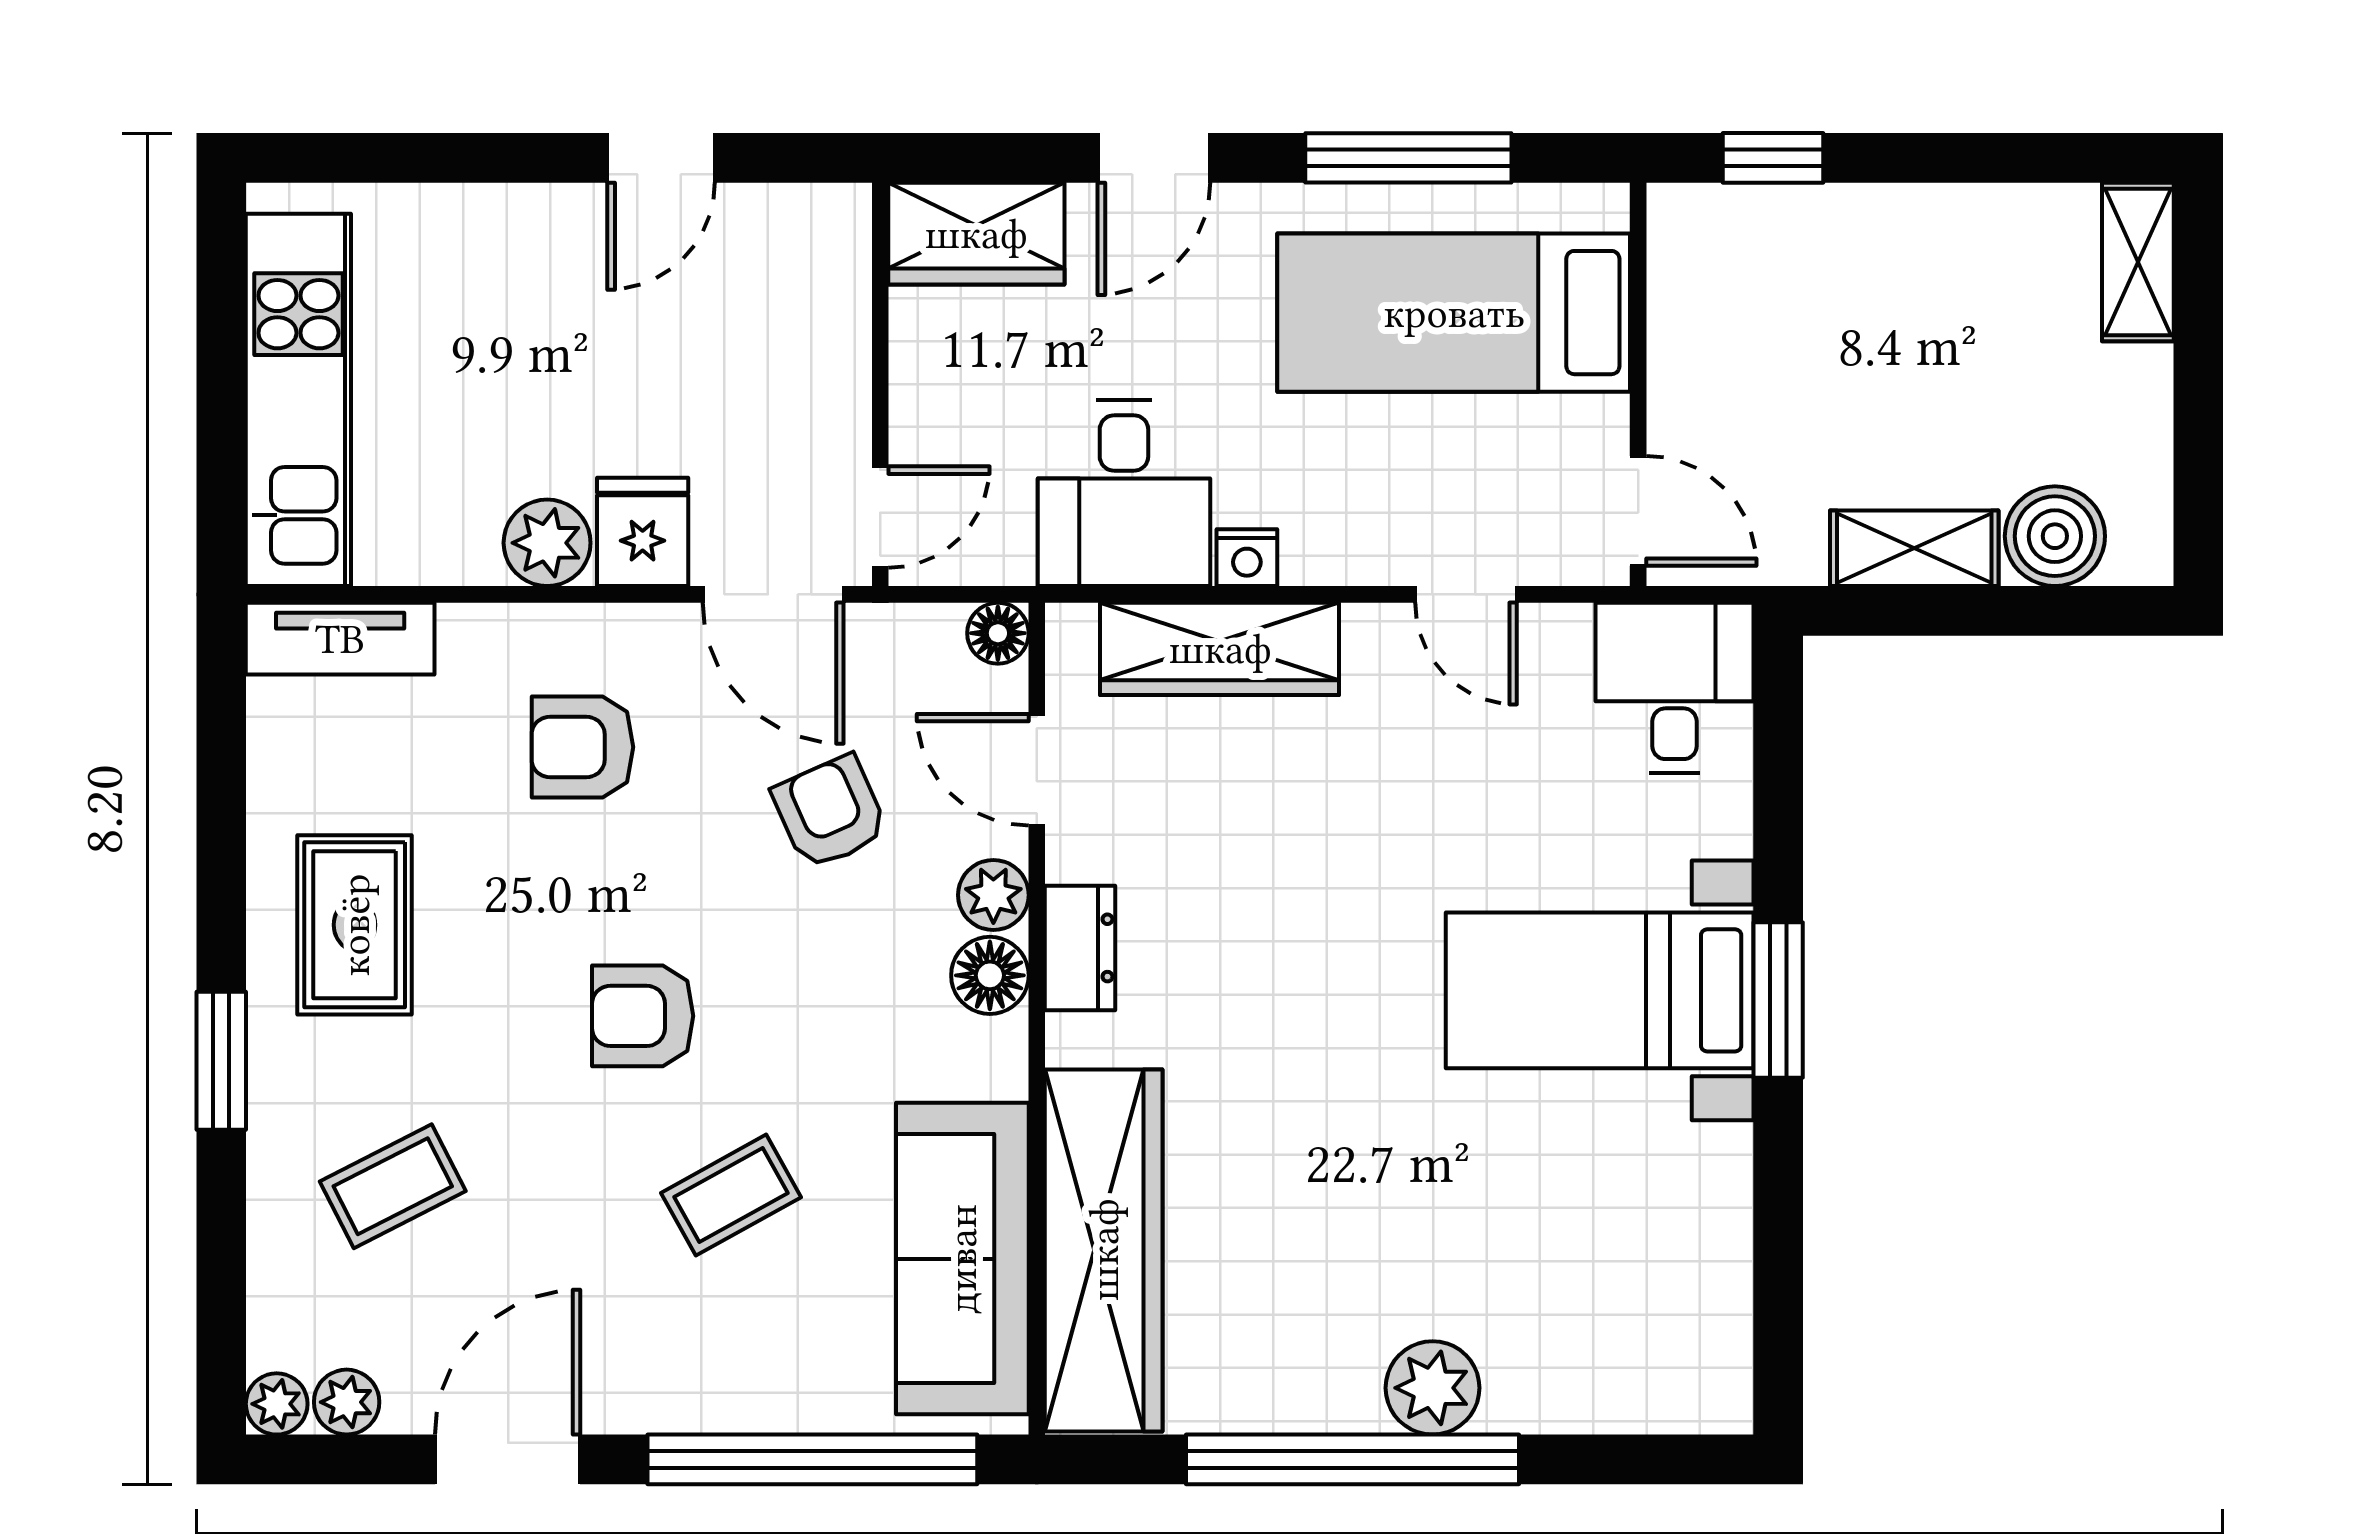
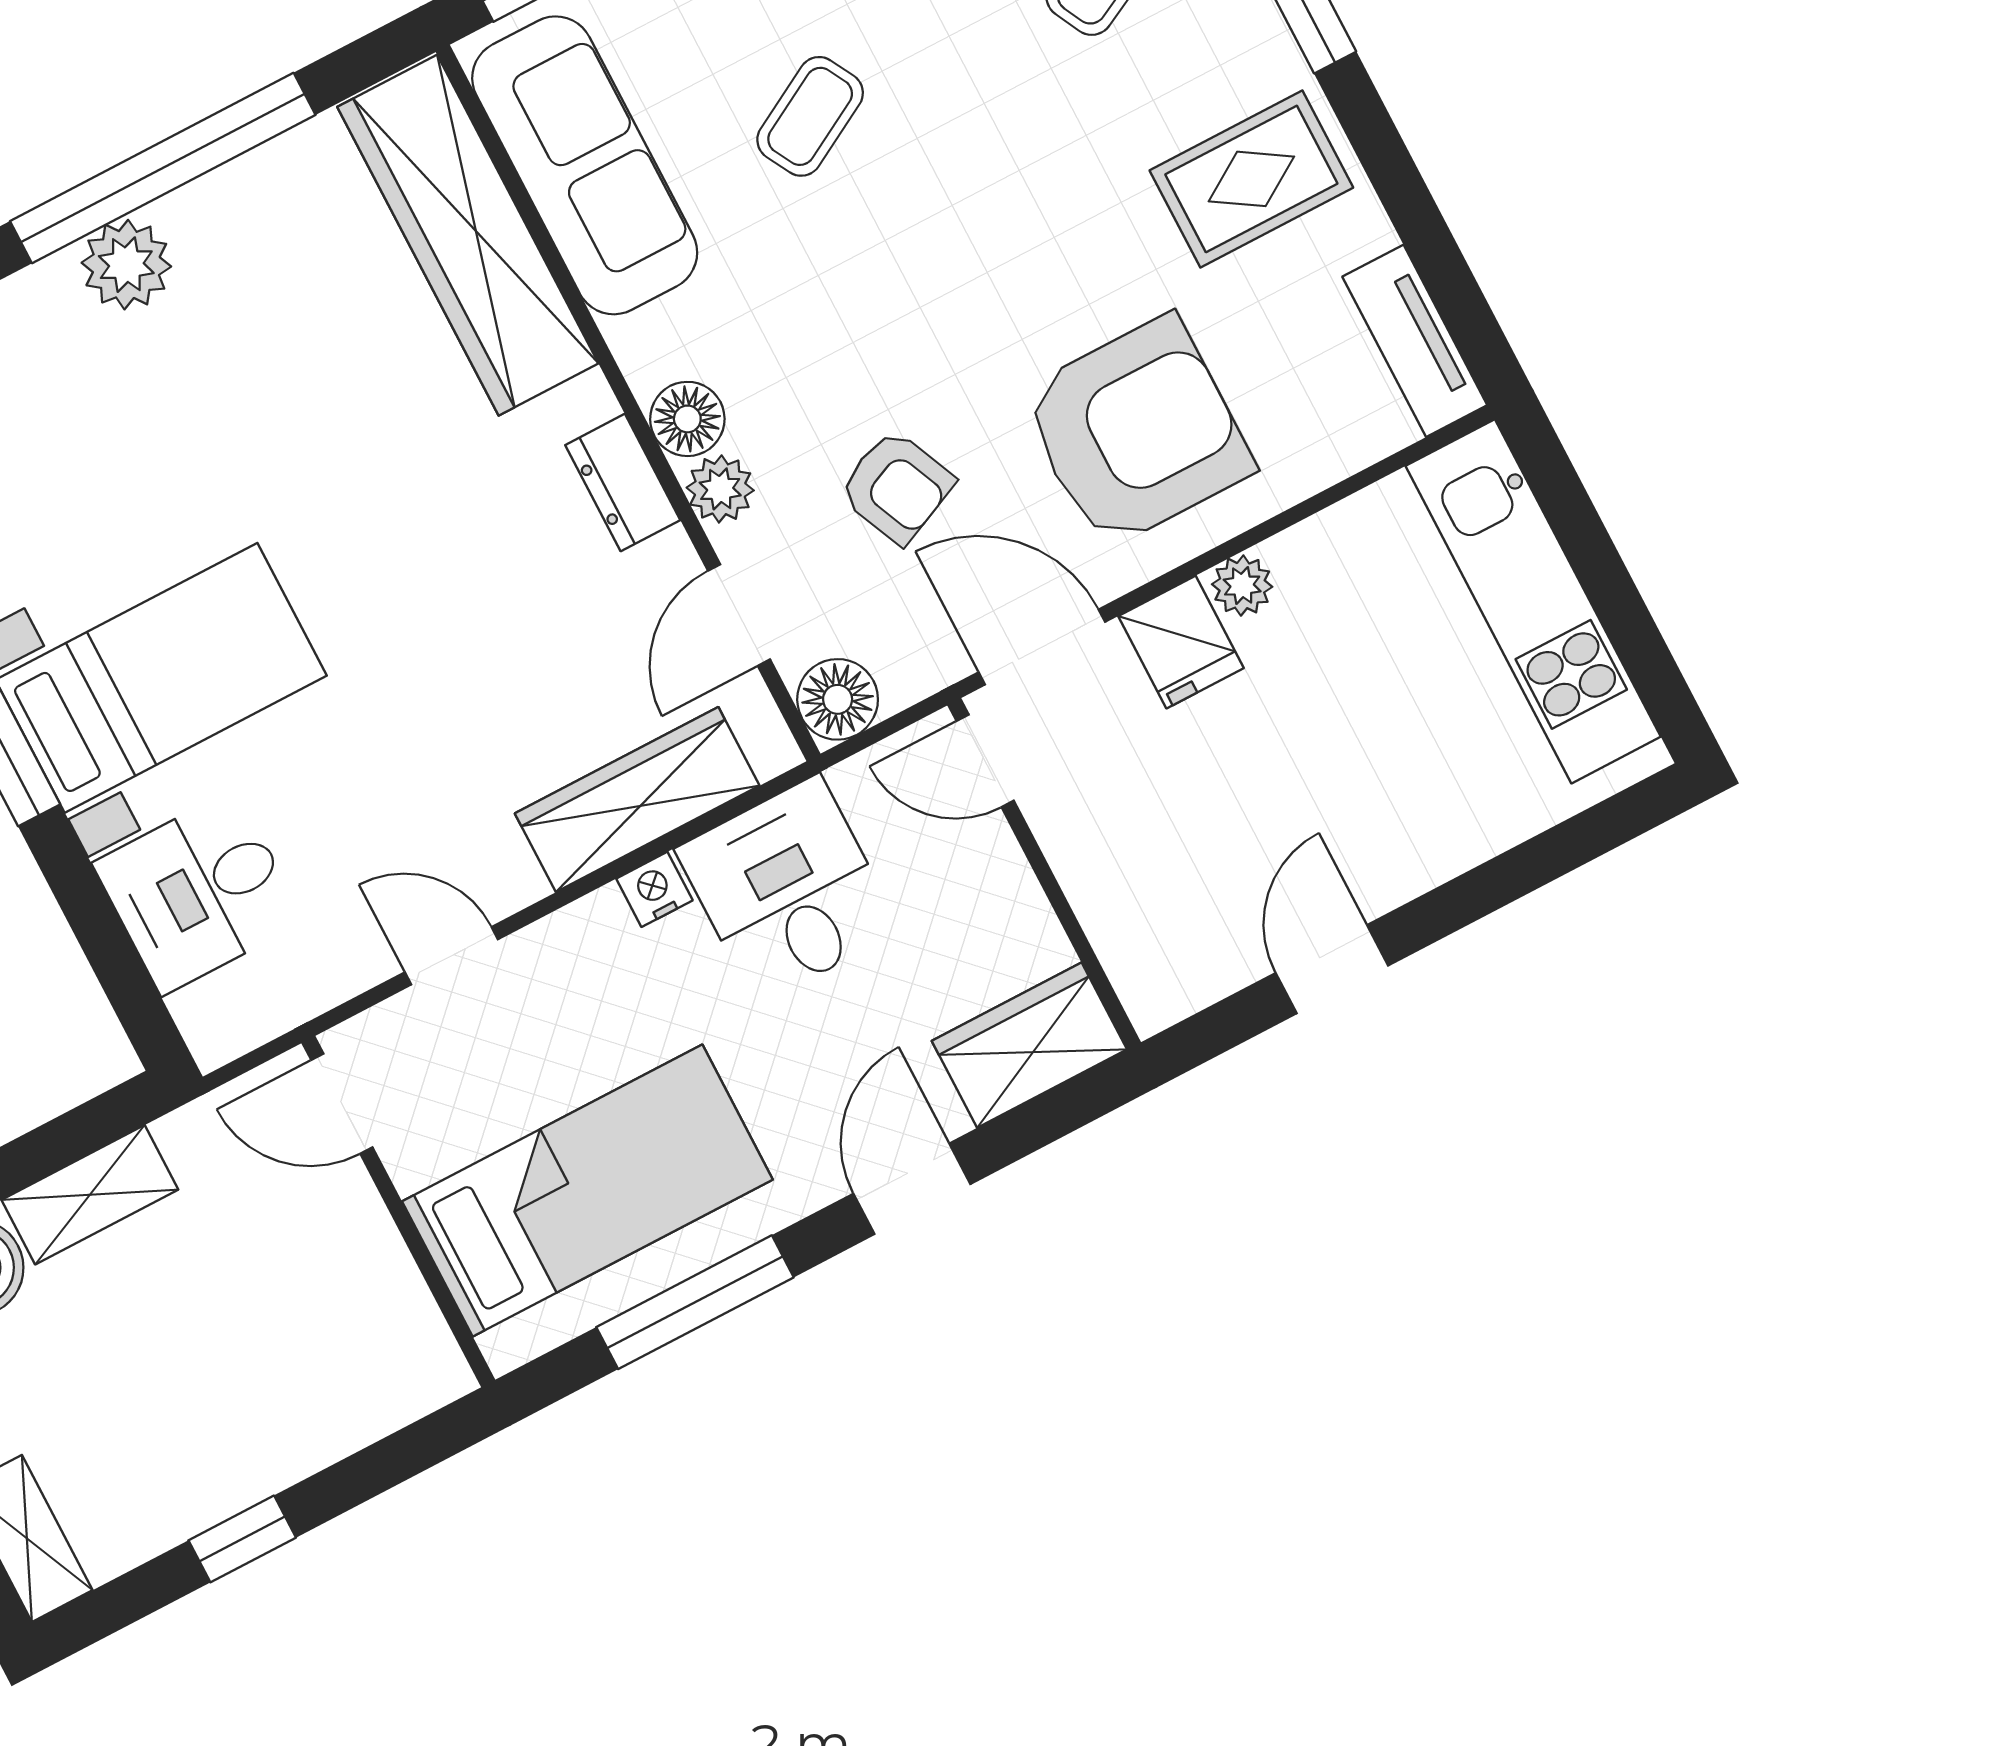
window: (1773, 158) -> (242, 1539), moved
door: (880, 517) -> (985, 761), hinge flipped
plant: (547, 543) -> (1242, 586), width x0.73, depth x0.73
floor lamp: (998, 633) -> (838, 699), width x1.37, depth x1.37
tv unit: (340, 639) -> (1415, 341), moved, turned -90
desk: (1675, 688) -> (198, 892), moved, turned 90
armchair: (582, 747) -> (1136, 432), width x1.88, depth x1.88
door: (1037, 770) -> (739, 615), swing flipped
rug: (355, 925) -> (1251, 179), turned 90
armchair: (643, 1016) -> (965, 230), removed

